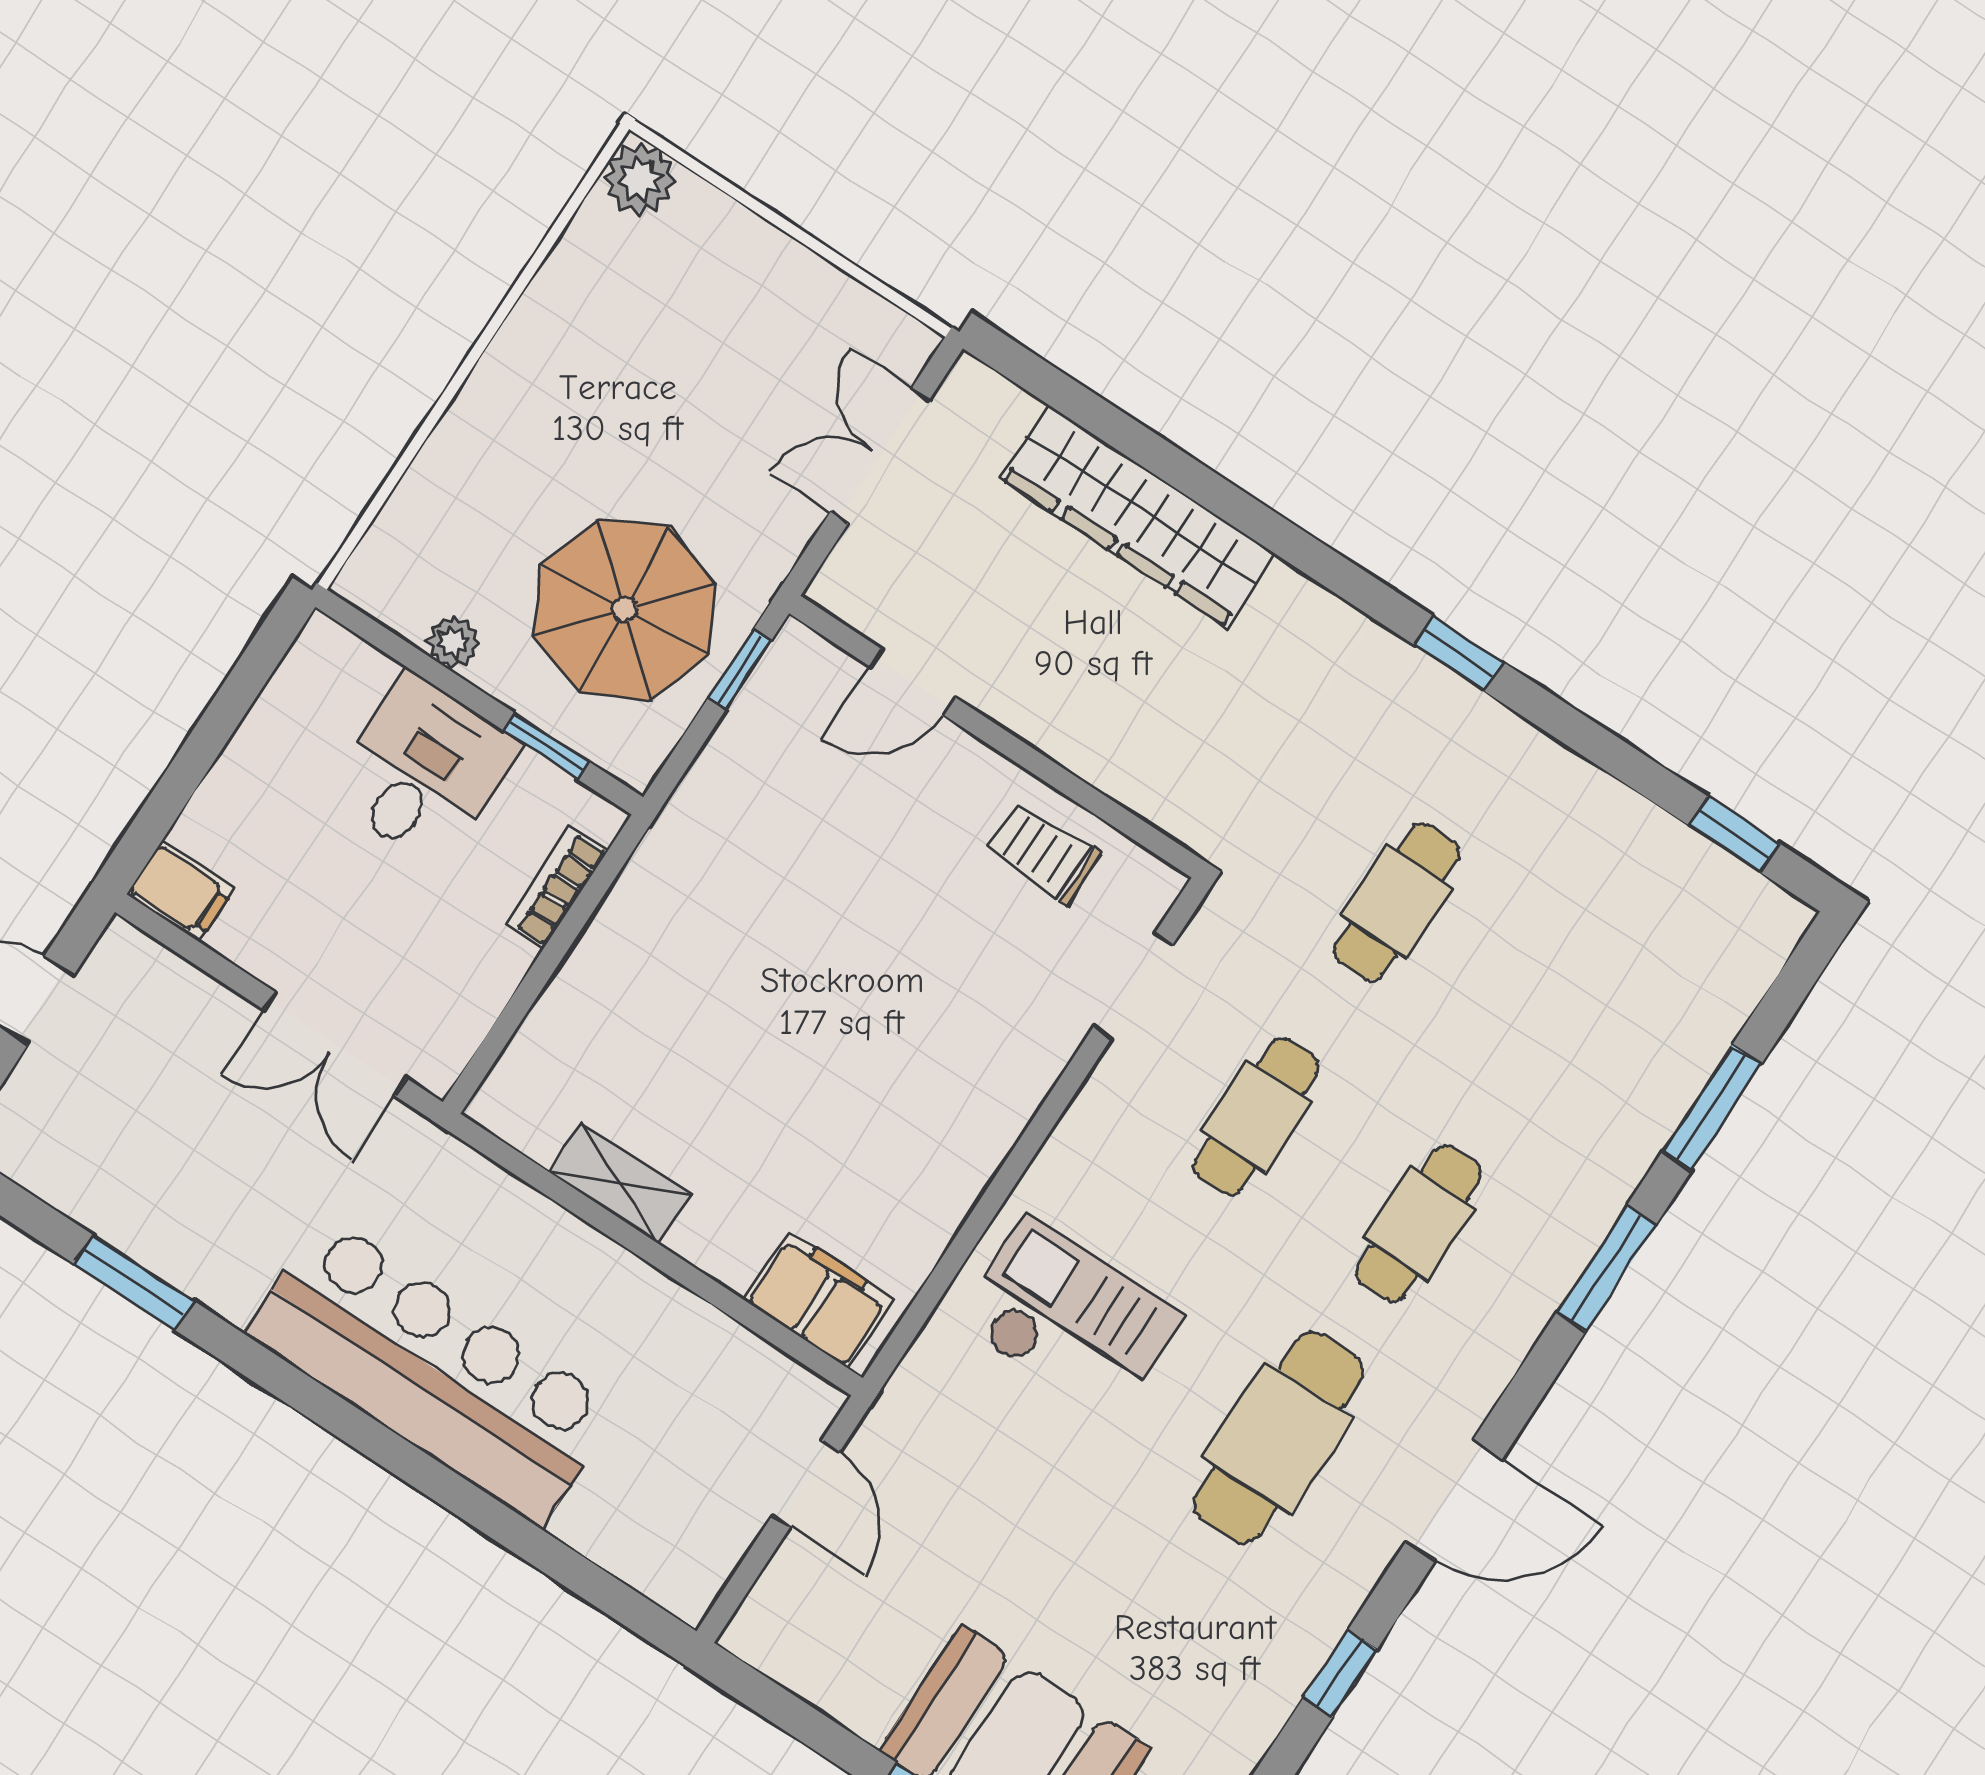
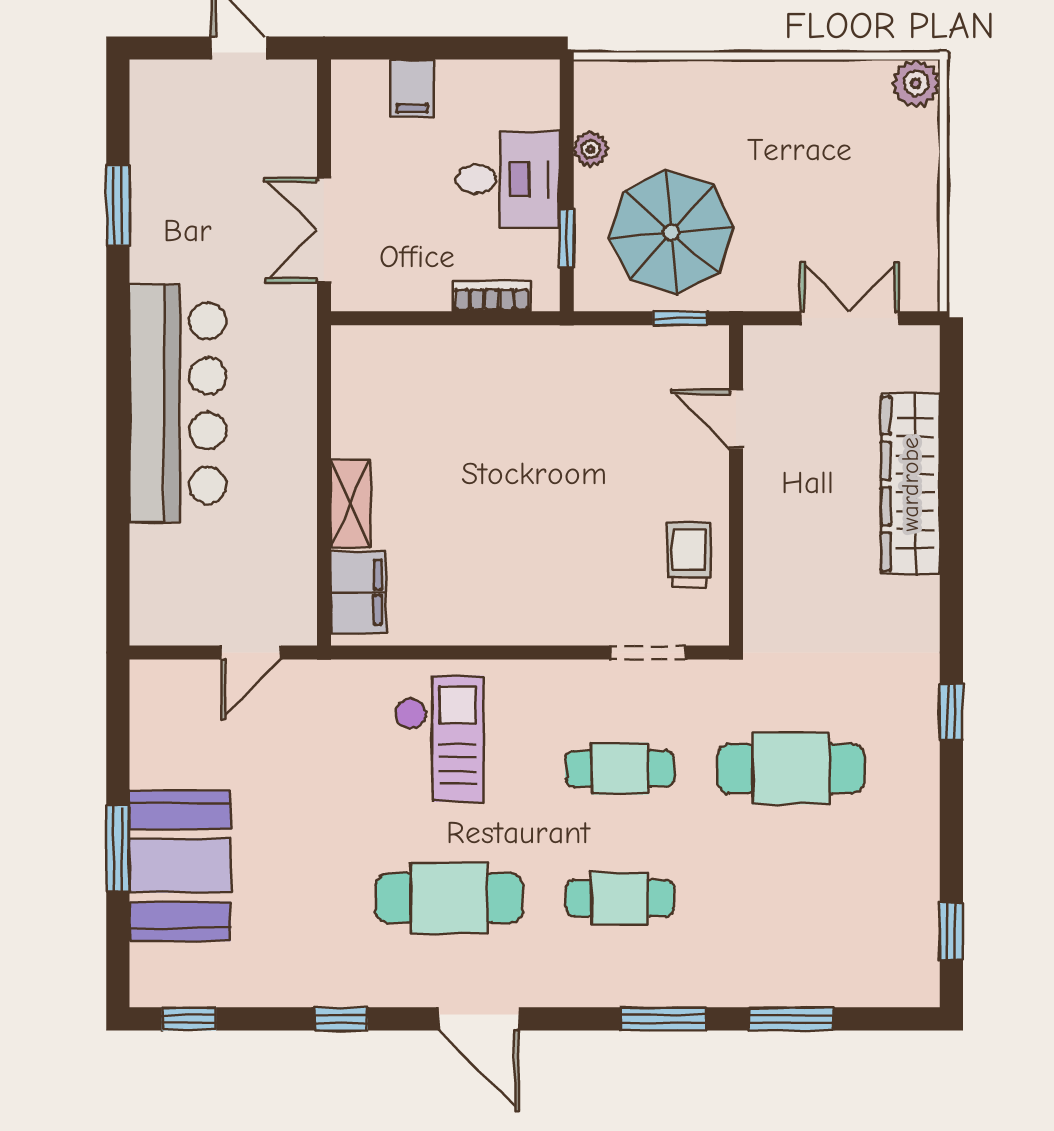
filing cabinet: (180, 891) -> (412, 88), moved
cafe table: (1397, 902) -> (791, 769), width x1.37, depth x1.35
shelving: (620, 1183) -> (351, 503), moved

